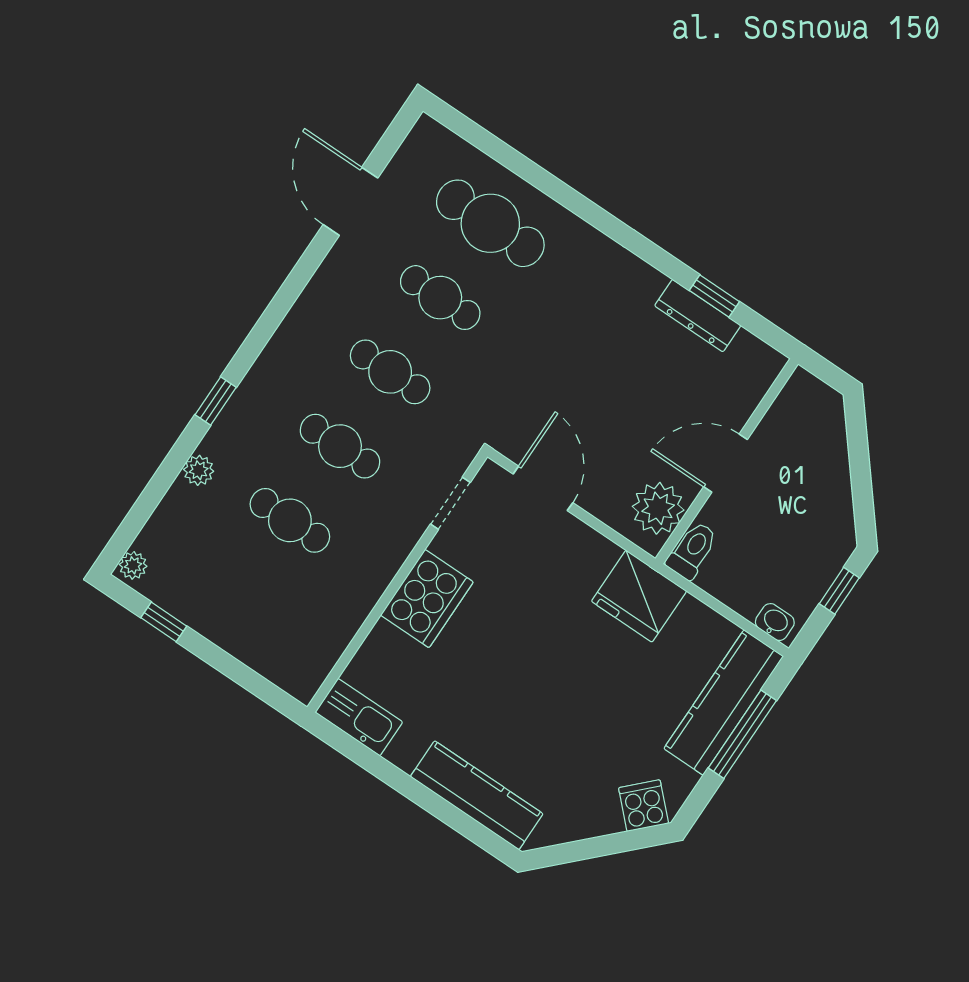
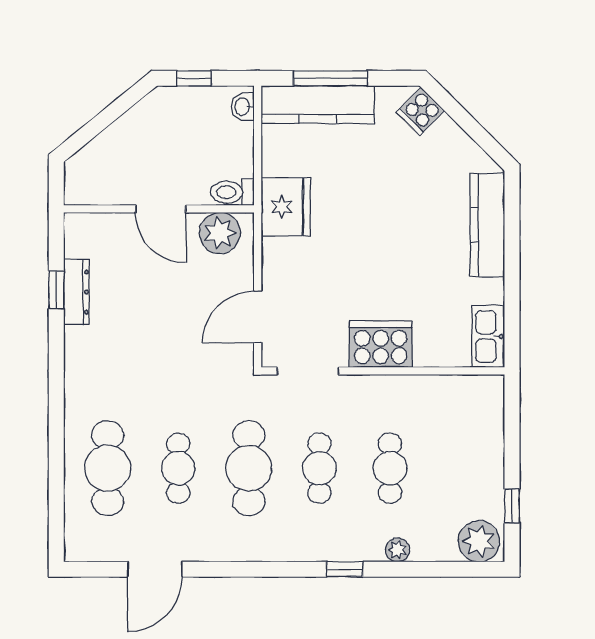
cafe table: (390, 372) -> (249, 468), width x1.37, depth x1.35
doorway: (450, 503) -> (308, 371), width x1.38
plant: (133, 565) -> (479, 541), width x1.88, depth x1.88

